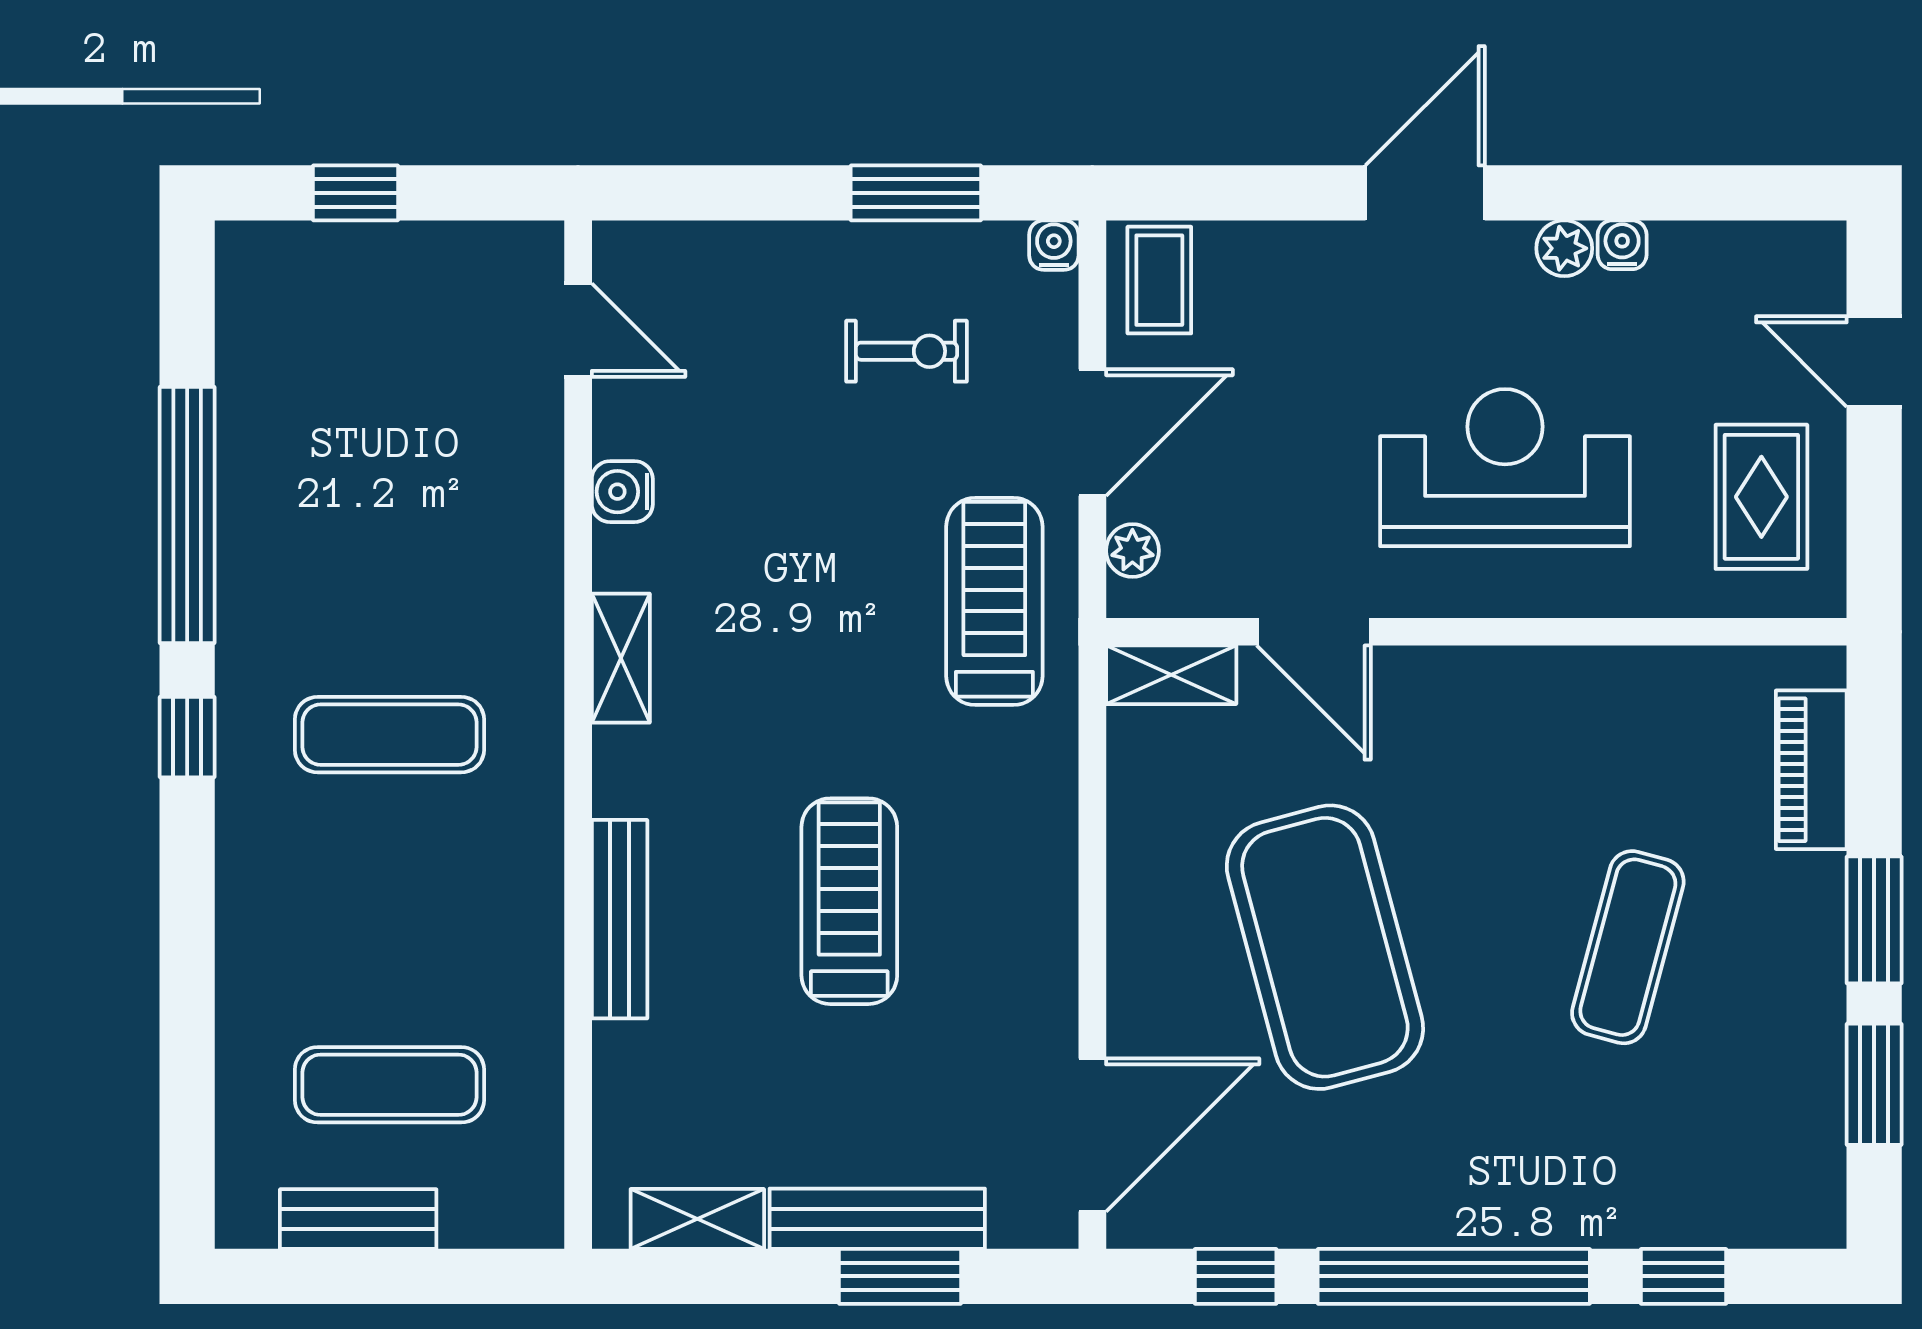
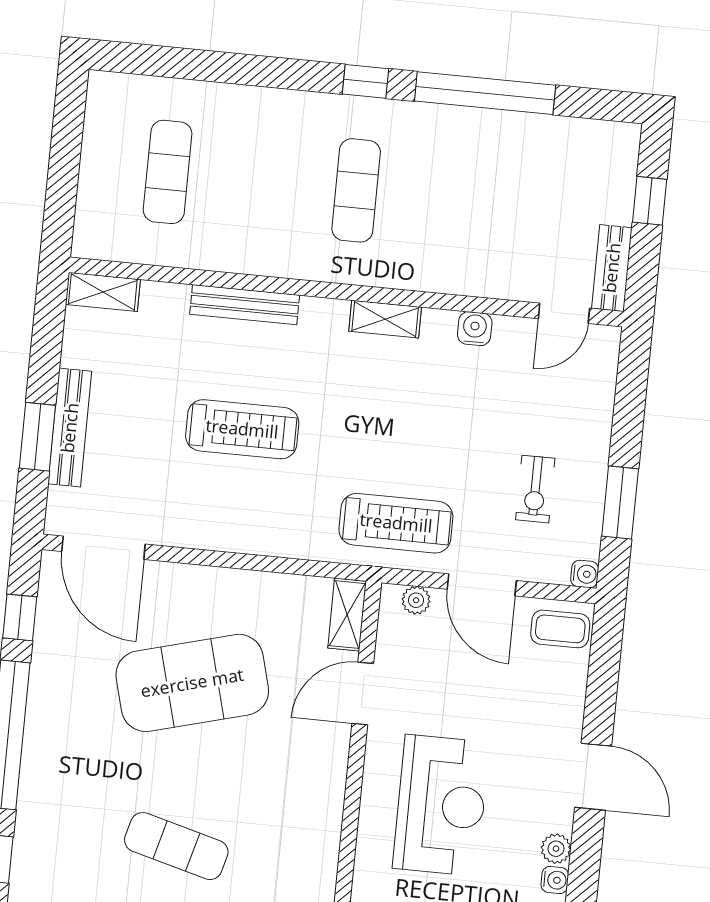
bench: (358, 1219) -> (612, 268), moved
shelving: (697, 1219) -> (103, 292), moved, turned 90

